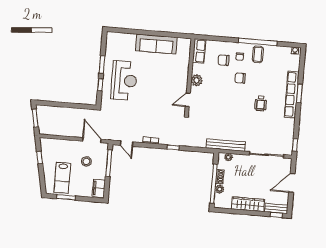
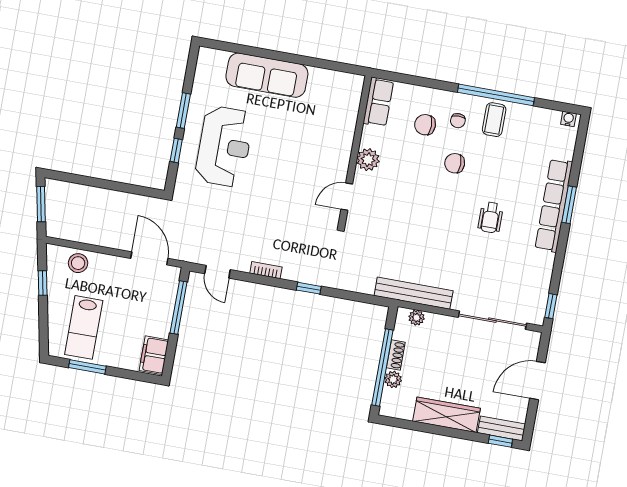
sofa: (156, 44) -> (267, 75), moved
stool: (86, 161) -> (78, 263), moved

